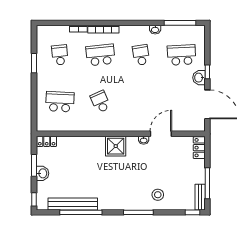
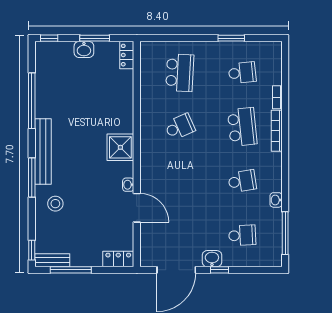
school desk: (182, 55) -> (242, 235), width x0.54
bench: (73, 204) -> (43, 152), moved

